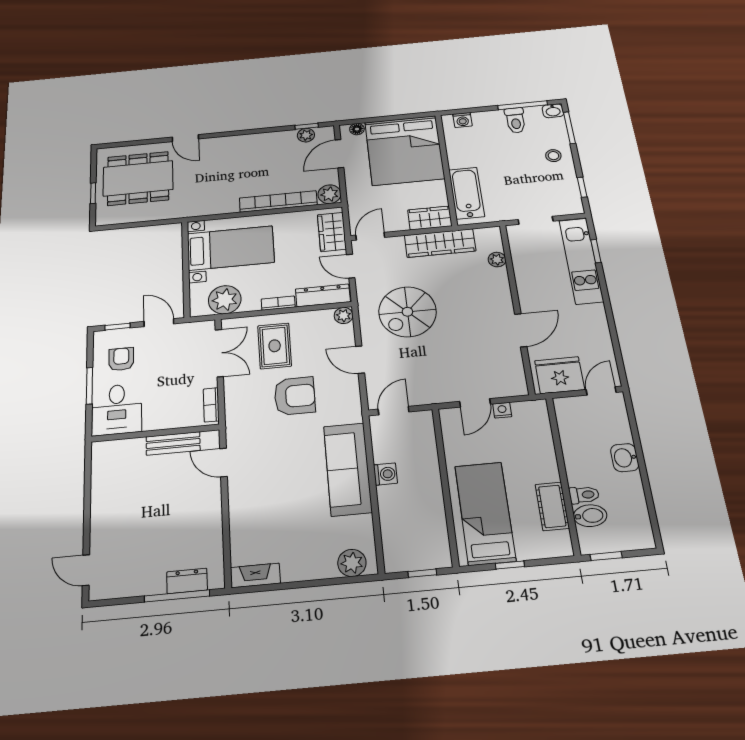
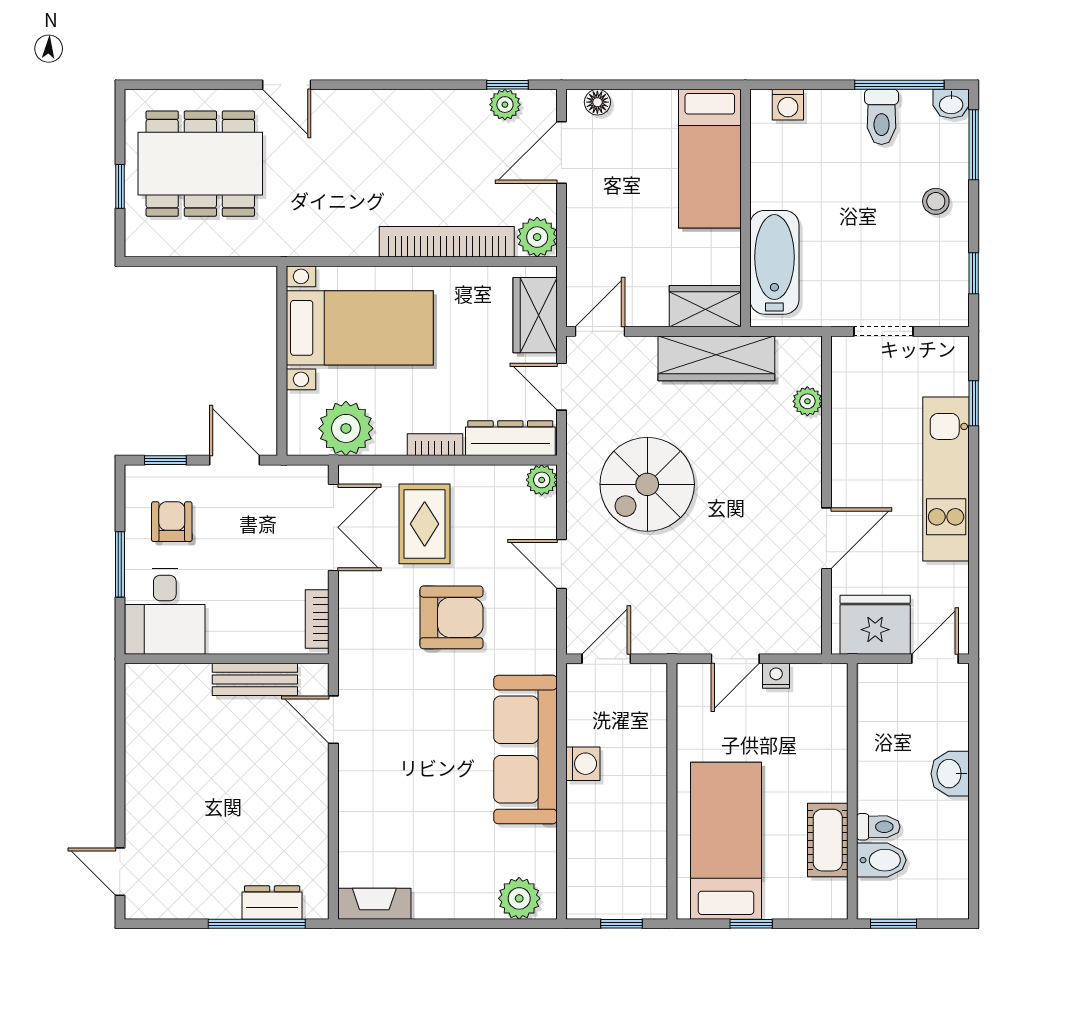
bed: (404, 150) -> (710, 159), width x0.49
kitchen unit: (581, 261) -> (946, 479), moved

